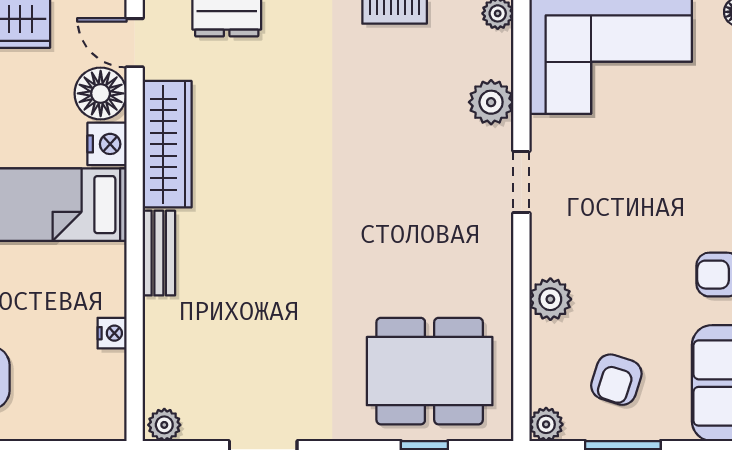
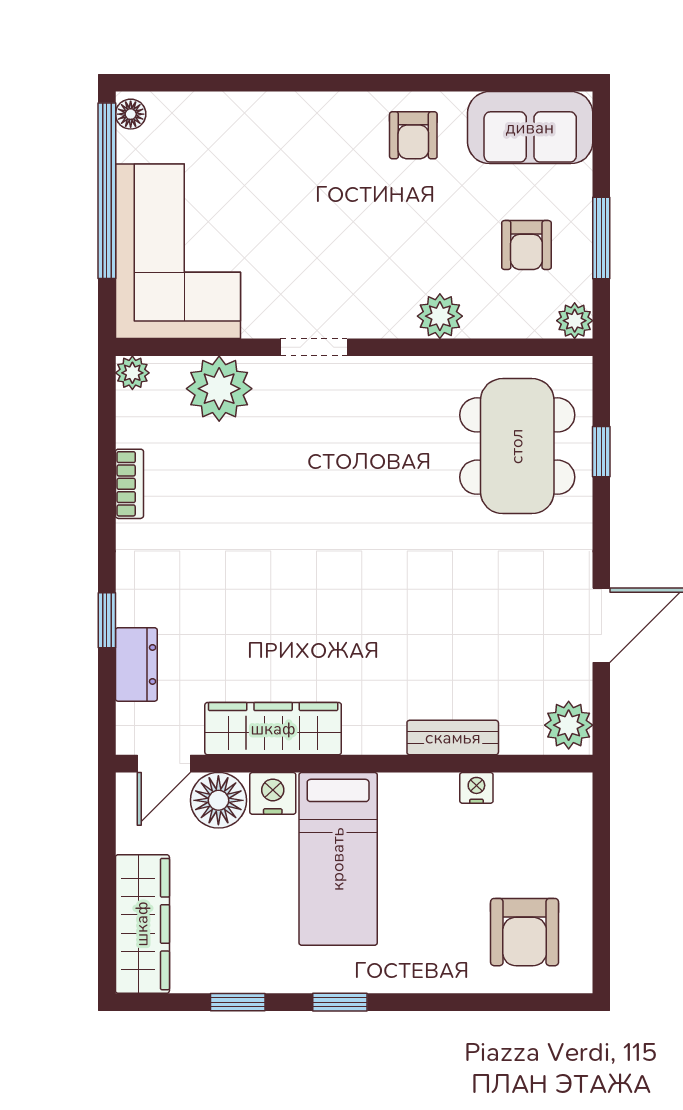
plant: (491, 102) -> (219, 389), width x1.36, depth x1.36
bench: (159, 253) -> (453, 738), moved
armchair: (616, 380) -> (526, 245), turned 72
plant: (164, 425) -> (569, 725), width x1.38, depth x1.38

